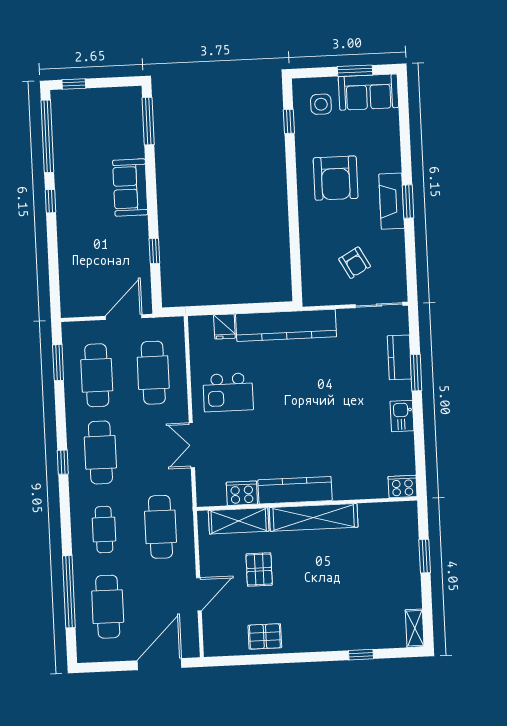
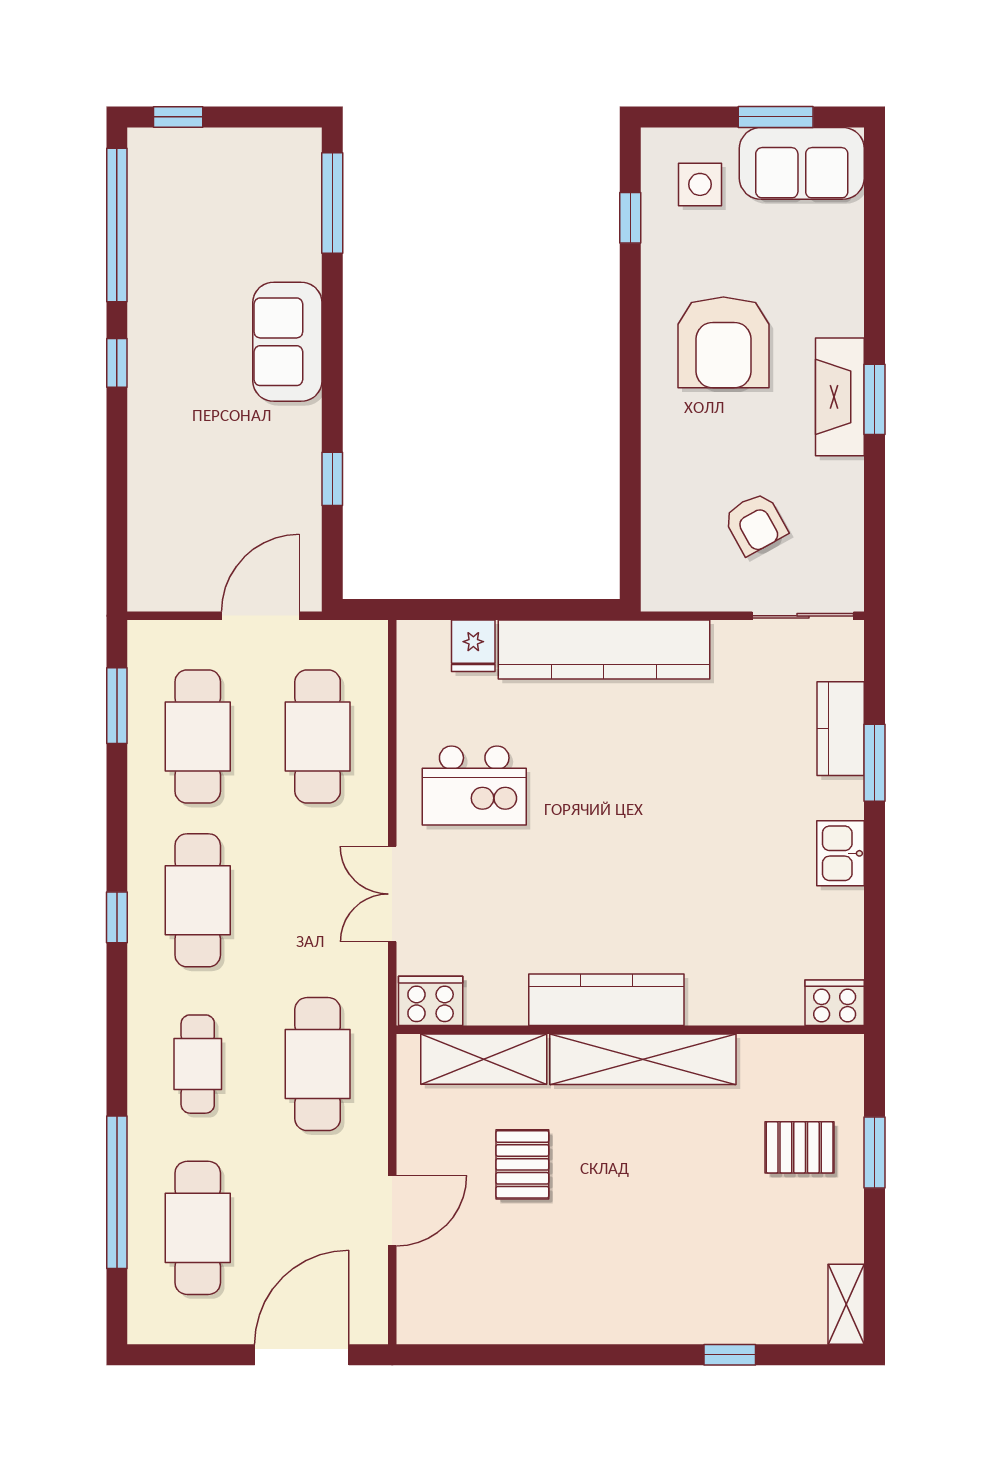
cooker: (242, 493) -> (431, 1001), moved
pallet: (265, 636) -> (800, 1147), moved

